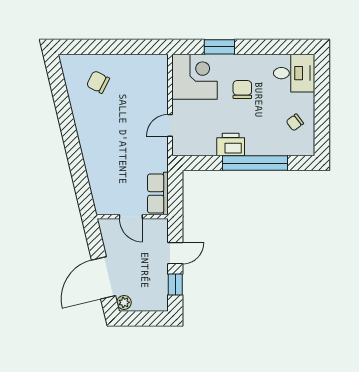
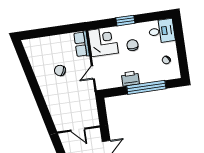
window: (219, 47) -> (125, 21), moved
chair: (98, 82) -> (60, 70), moved
row of seats: (158, 193) -> (82, 44), moved

